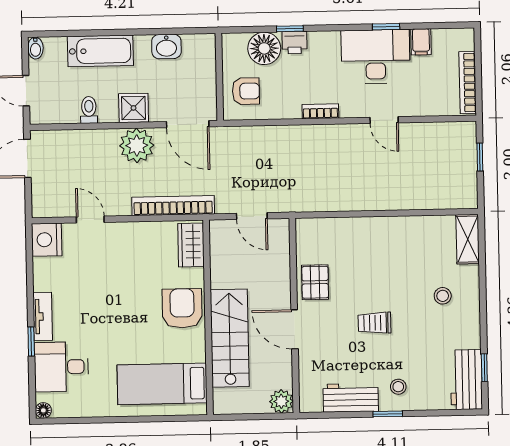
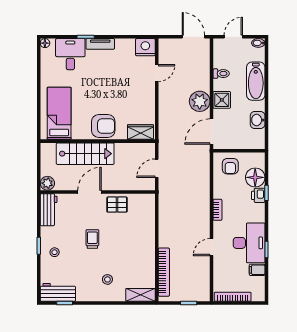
bookcase: (173, 206) -> (164, 272), moved
workbench: (351, 398) -> (49, 210), moved

